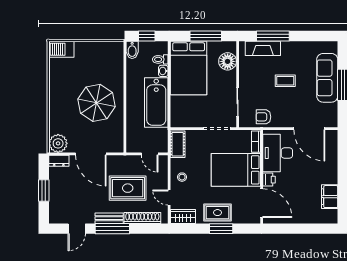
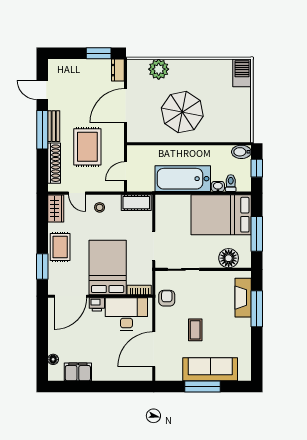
coffee table: (285, 81) -> (195, 330), moved
plant: (58, 143) -> (159, 69), moved
window: (44, 190) -> (99, 53), moved
door: (169, 197) -> (77, 193), swing flipped
floor lamp: (318, 219) -> (53, 359), added
window: (221, 229) -> (42, 267), moved

